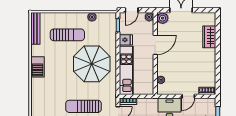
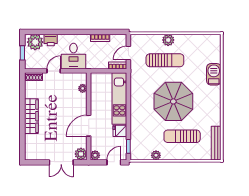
wardrobe: (209, 37) -> (31, 116), moved, width x1.50
parasol: (92, 64) -> (173, 101), moved
barbecue: (38, 67) -> (214, 74), moved

